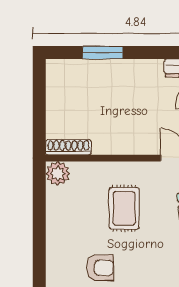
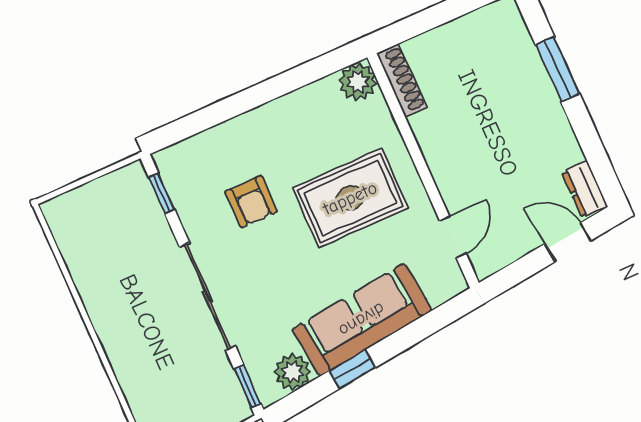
rug: (124, 208) -> (350, 198), width x1.36, depth x1.43

